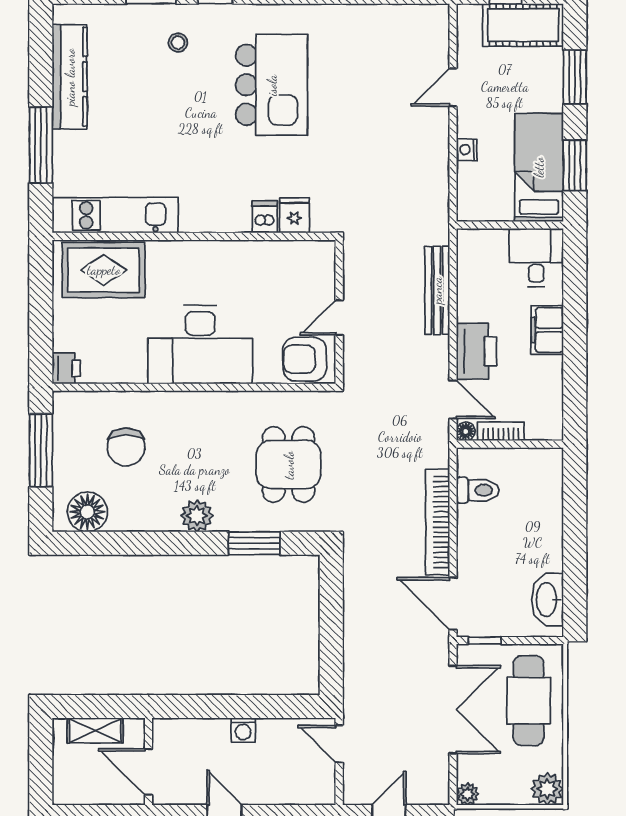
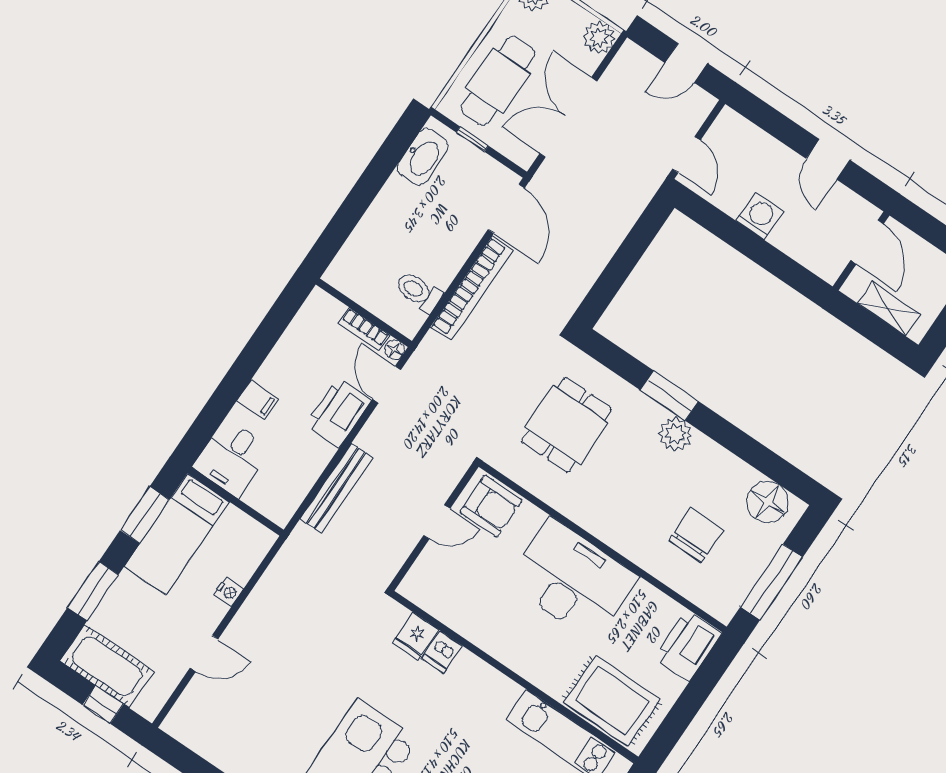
filing cabinet: (547, 330) -> (258, 400), width x0.50
printer: (66, 368) -> (688, 645), width x1.87, depth x1.48
window: (254, 543) -> (670, 396), moved
window: (485, 641) -> (472, 139), moved
washing machine: (243, 730) -> (760, 216), width x1.38, depth x1.38
plant: (467, 794) -> (599, 37), width x1.38, depth x1.38

